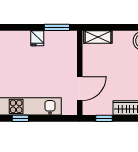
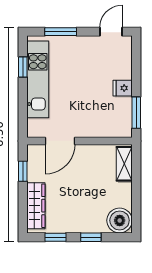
door: (80, 89) -> (60, 141), hinge flipped

